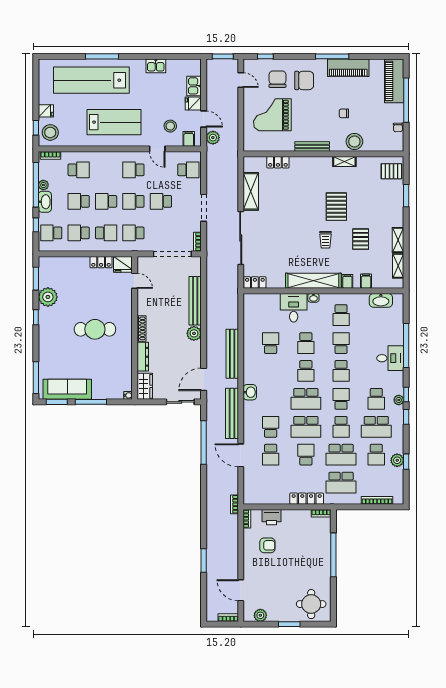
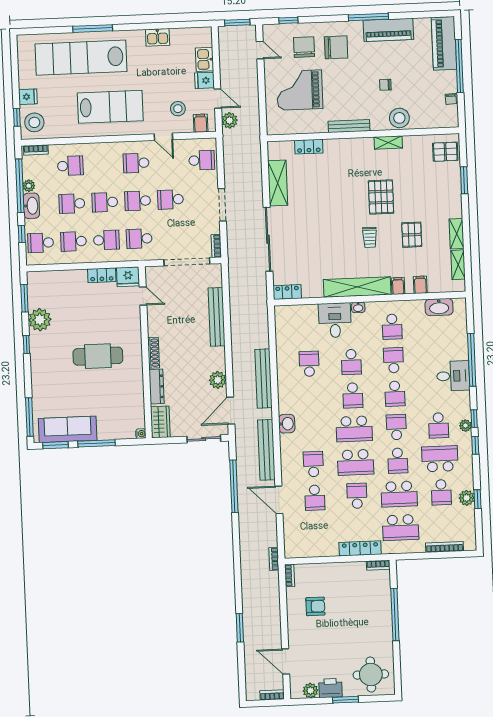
plant: (194, 333) -> (218, 380), moved
school desk: (376, 427) -> (440, 459), turned 180
printer: (271, 517) -> (331, 688), moved, turned 180

